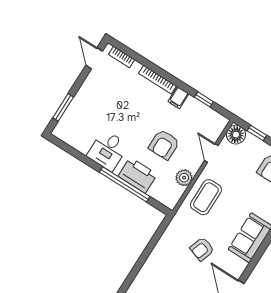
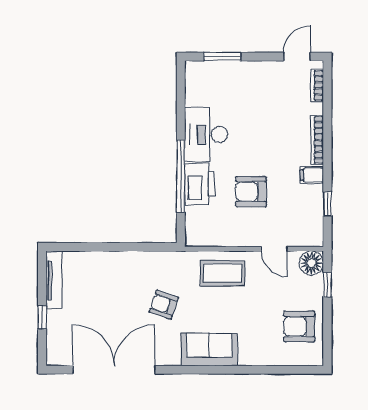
desk: (108, 150) -> (206, 135), width x1.37
door: (211, 153) -> (274, 249), swing flipped
plant: (184, 178) -> (229, 236), removed

